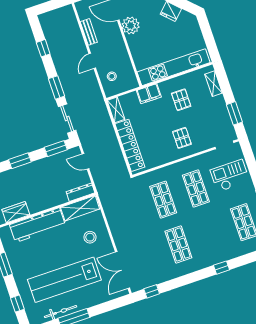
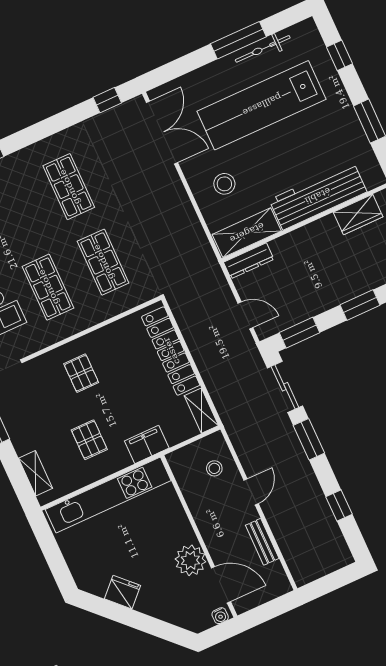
lab bench: (64, 280) -> (262, 105), turned 180

